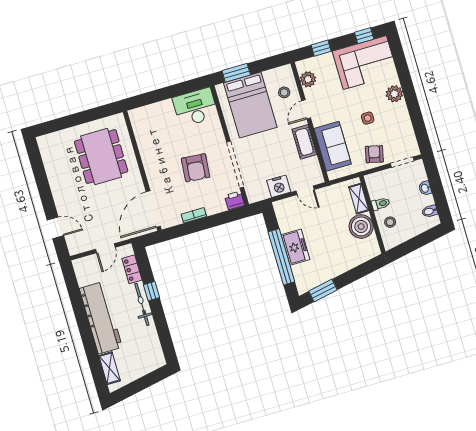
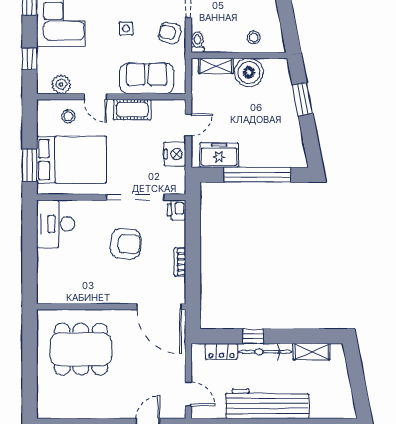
toilet: (381, 204) -> (197, 42), moved
freezer: (296, 247) -> (219, 155), moved
door: (105, 248) -> (188, 394), moved
window: (323, 290) -> (303, 99), moved
shelving: (110, 368) -> (312, 352), moved

